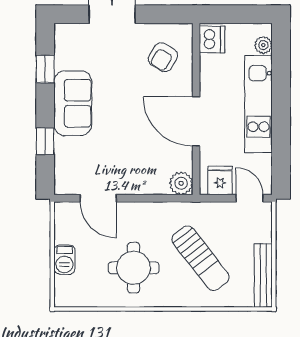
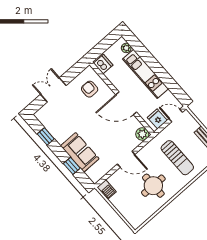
armchair: (163, 57) -> (90, 89), turned 148
sofa: (73, 103) -> (80, 152), moved
door: (98, 198) -> (126, 159), moved
sun lounger: (201, 258) -> (177, 158), turned 38
barbecue: (64, 260) -> (107, 190), moved

